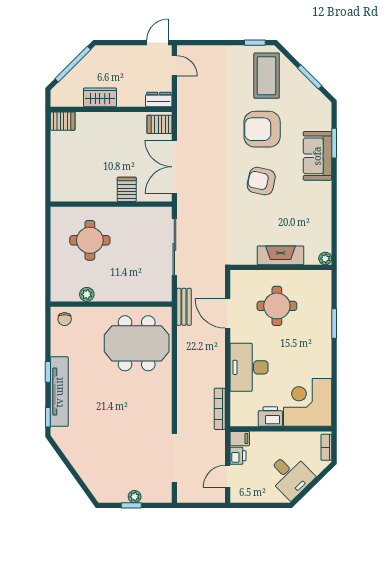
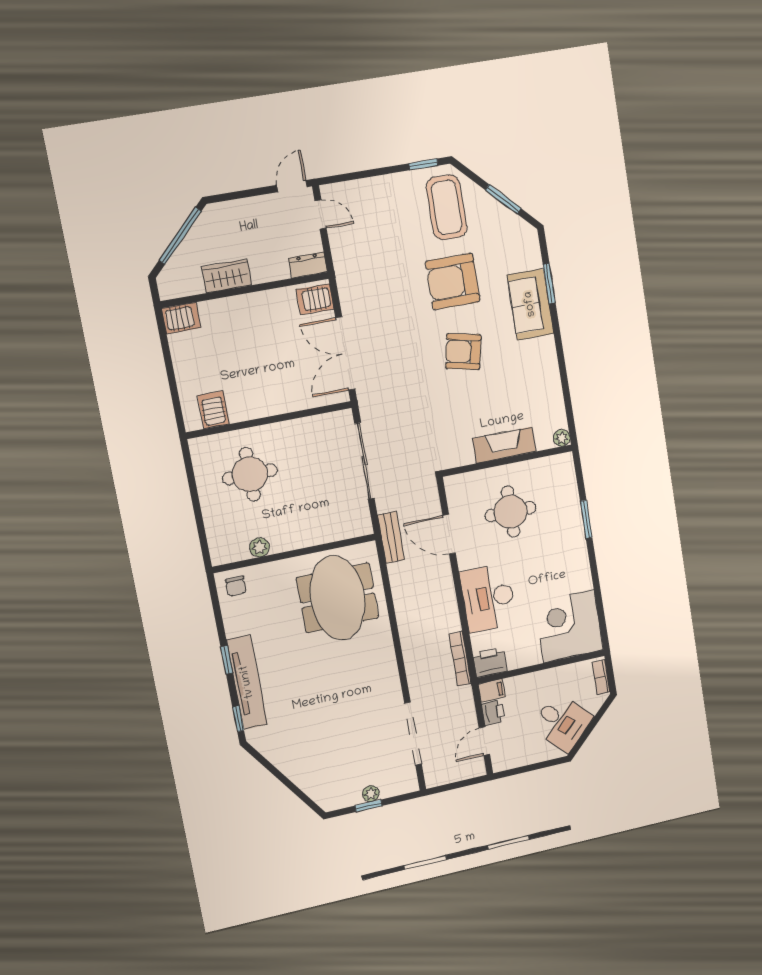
server rack: (127, 189) -> (213, 410), moved
meeting table: (137, 343) -> (338, 598), turned 90
printer: (270, 416) -> (490, 662), moved

